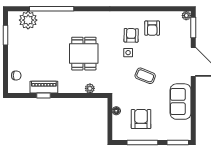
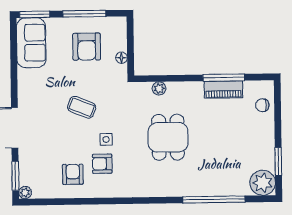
plant: (28, 20) -> (263, 183), moved
armchair: (131, 35) -> (102, 164), turned 89
window: (43, 96) -> (224, 78), width x2.17
sofa: (181, 102) -> (31, 43), moved

